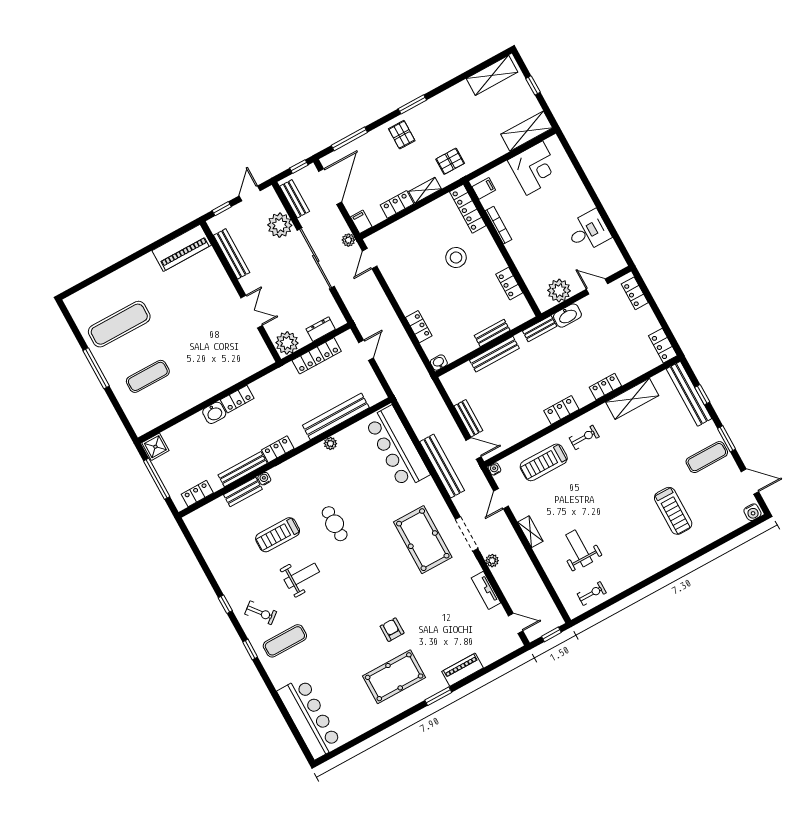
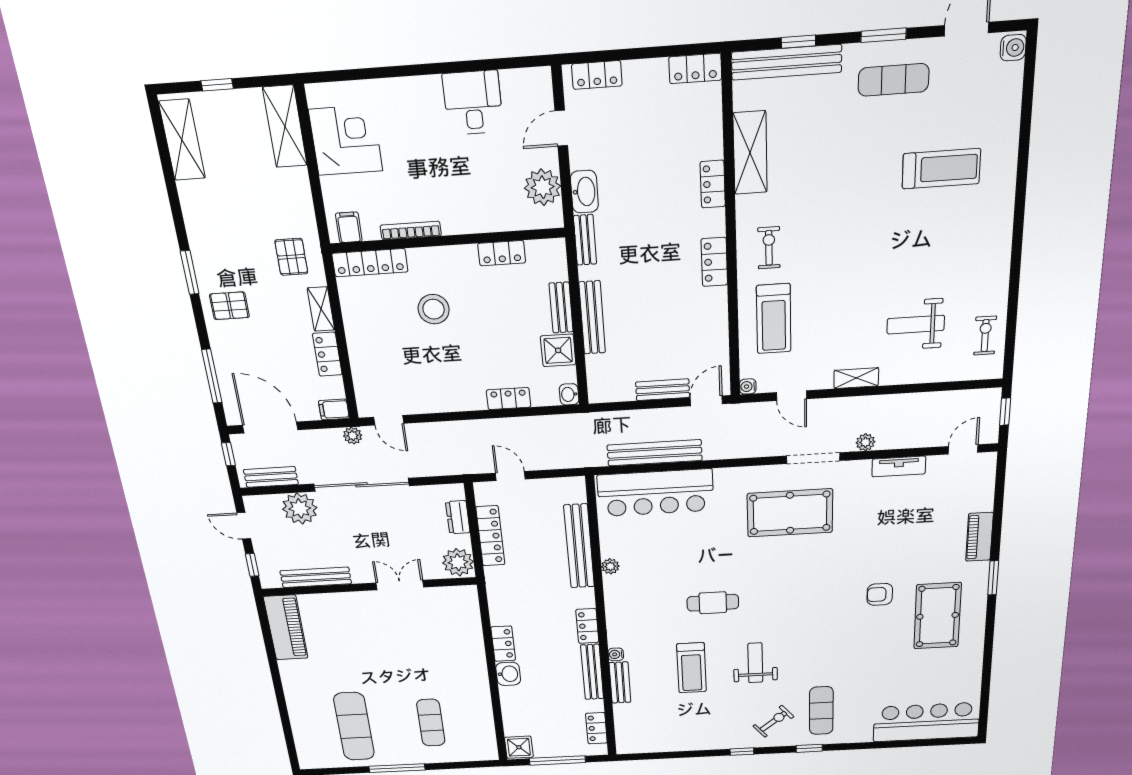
shower: (464, 343) -> (558, 350), added
exercise mat: (707, 457) -> (893, 80), turned 90
bench: (442, 466) -> (655, 453), moved

